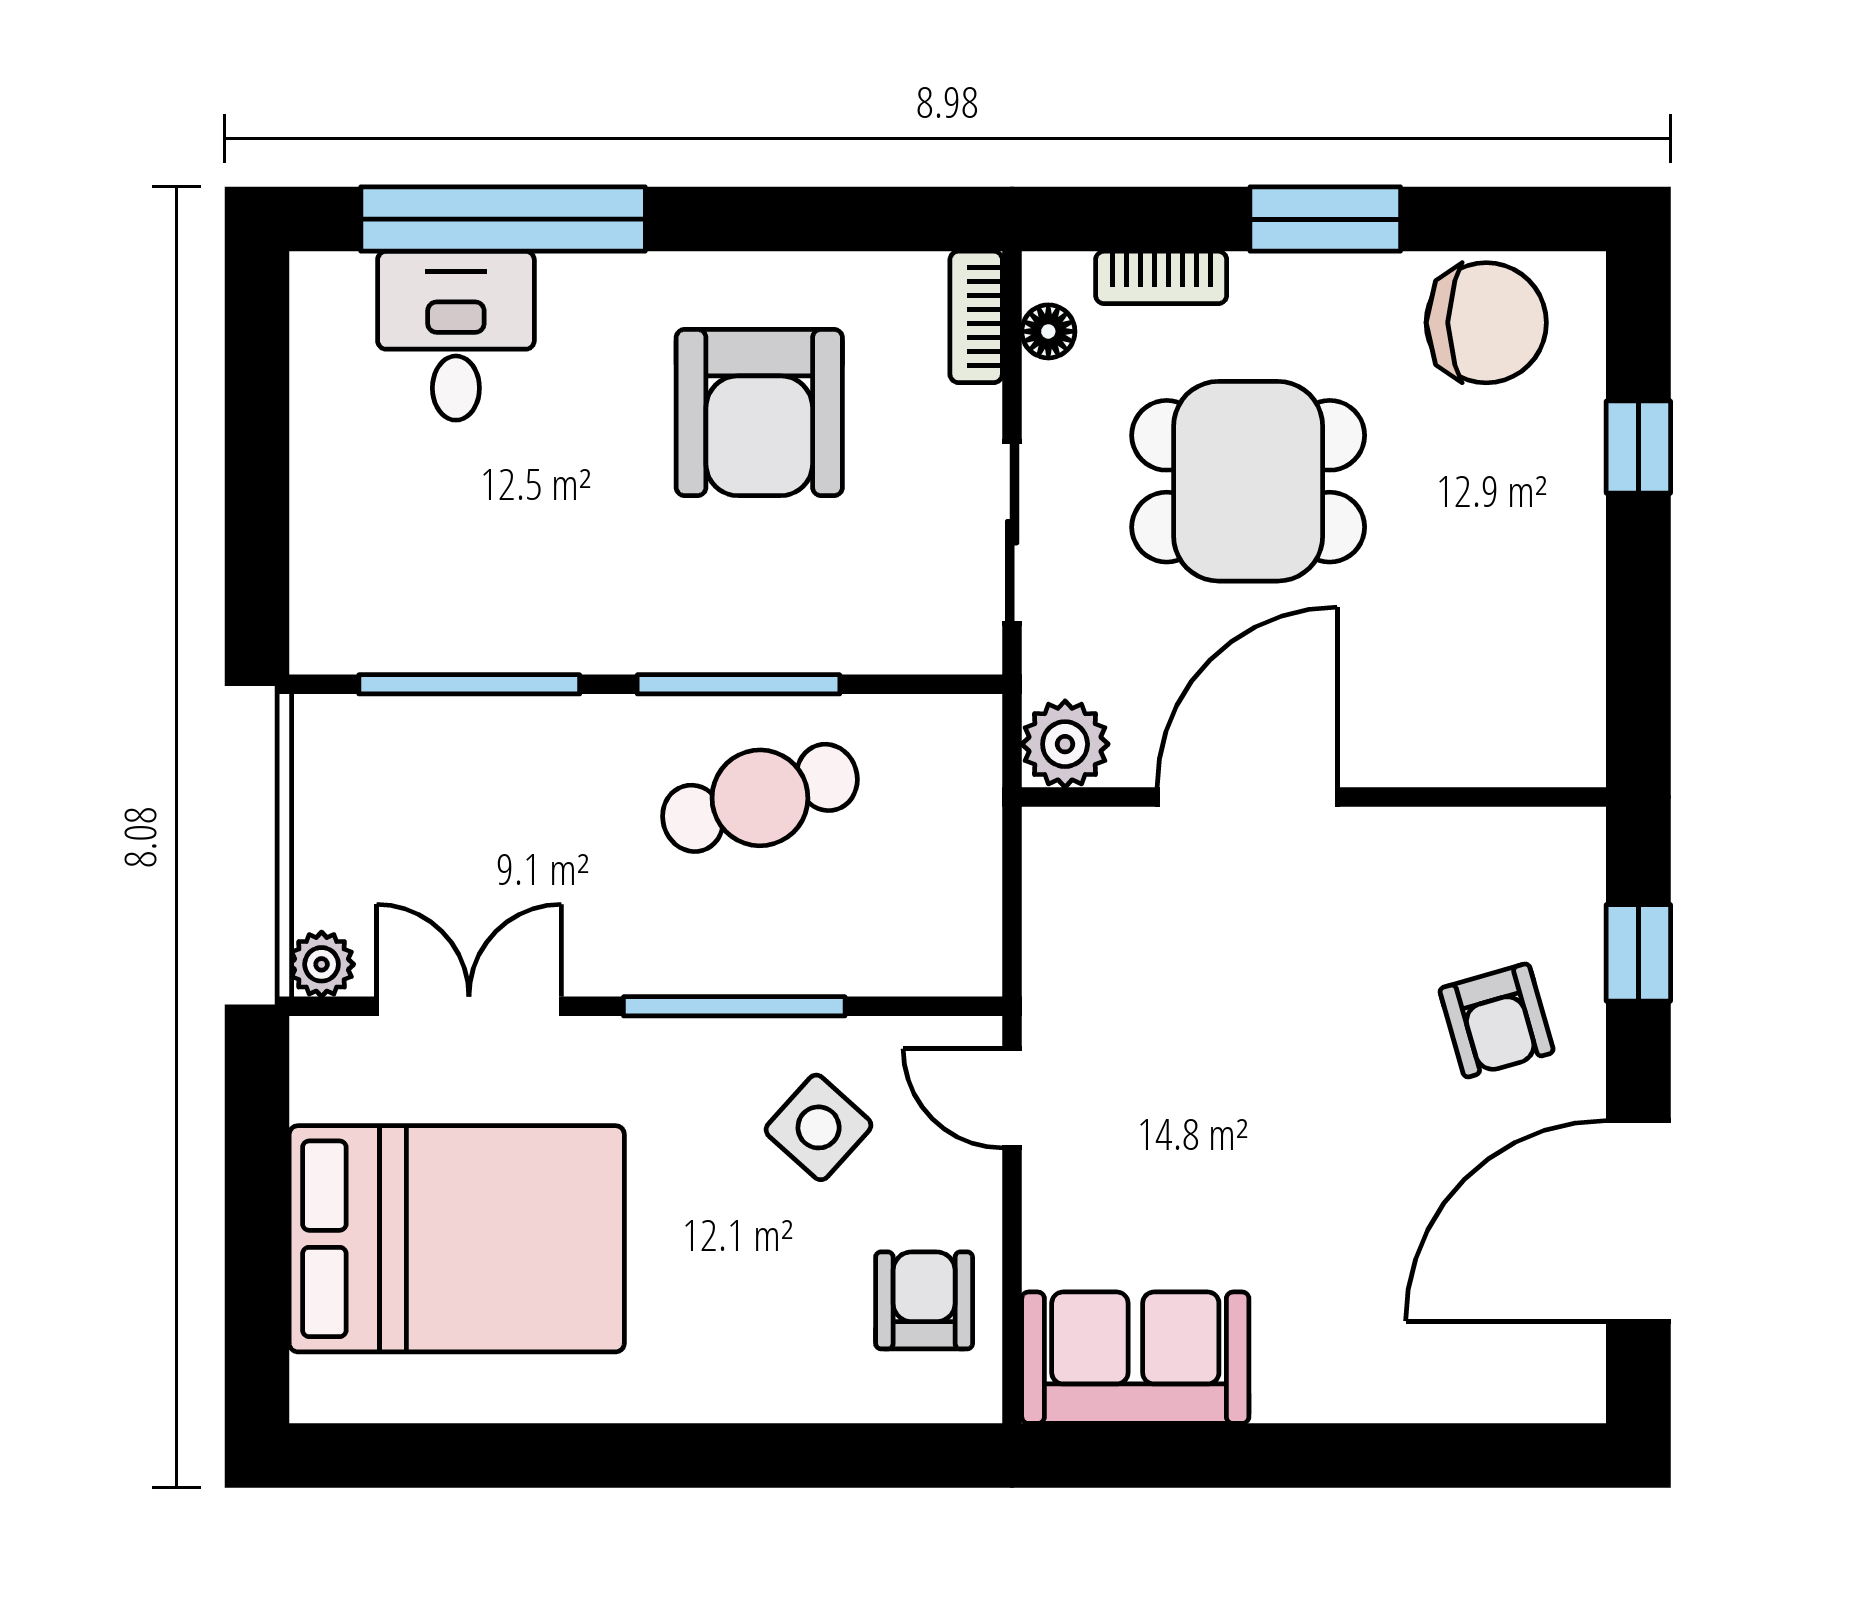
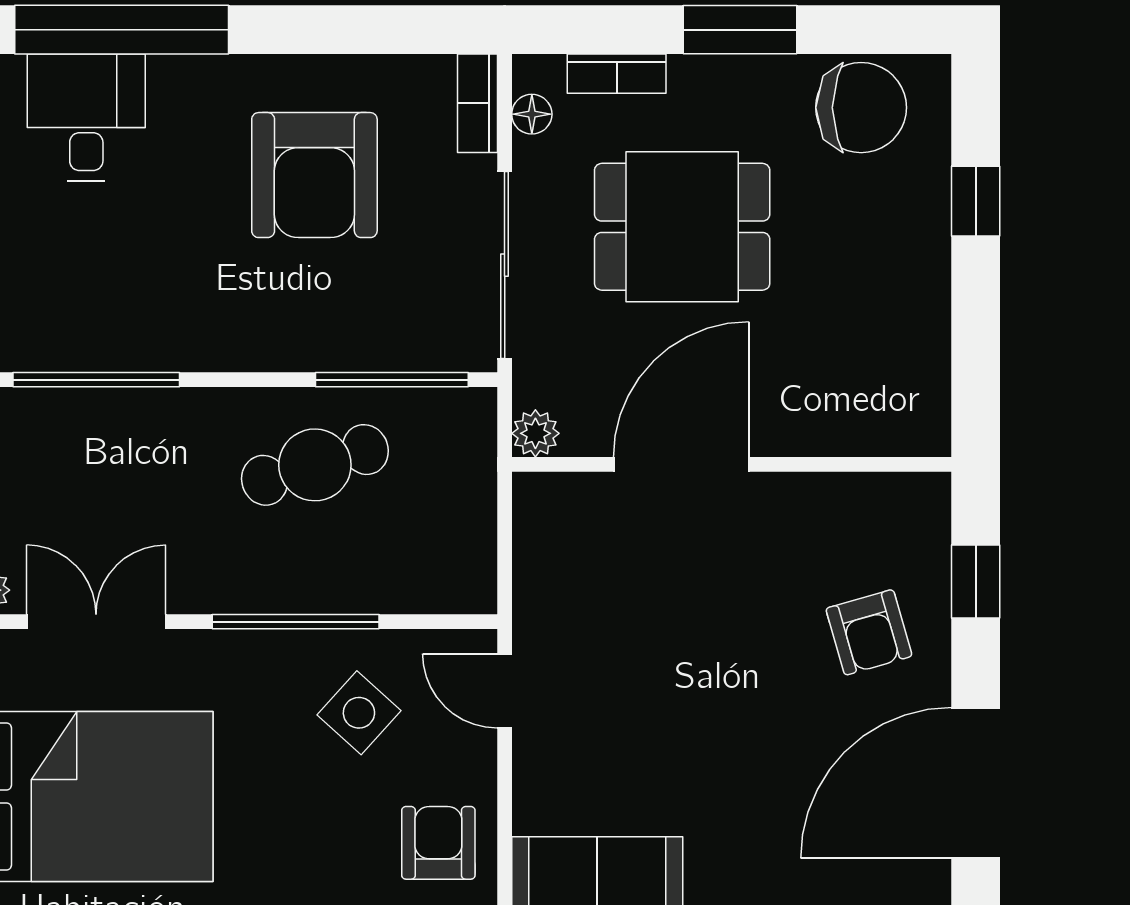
sliding door: (1012, 532) -> (505, 265), width x1.37
window: (739, 684) -> (392, 380), moved
plant: (1065, 744) -> (535, 433), width x0.73, depth x0.73

